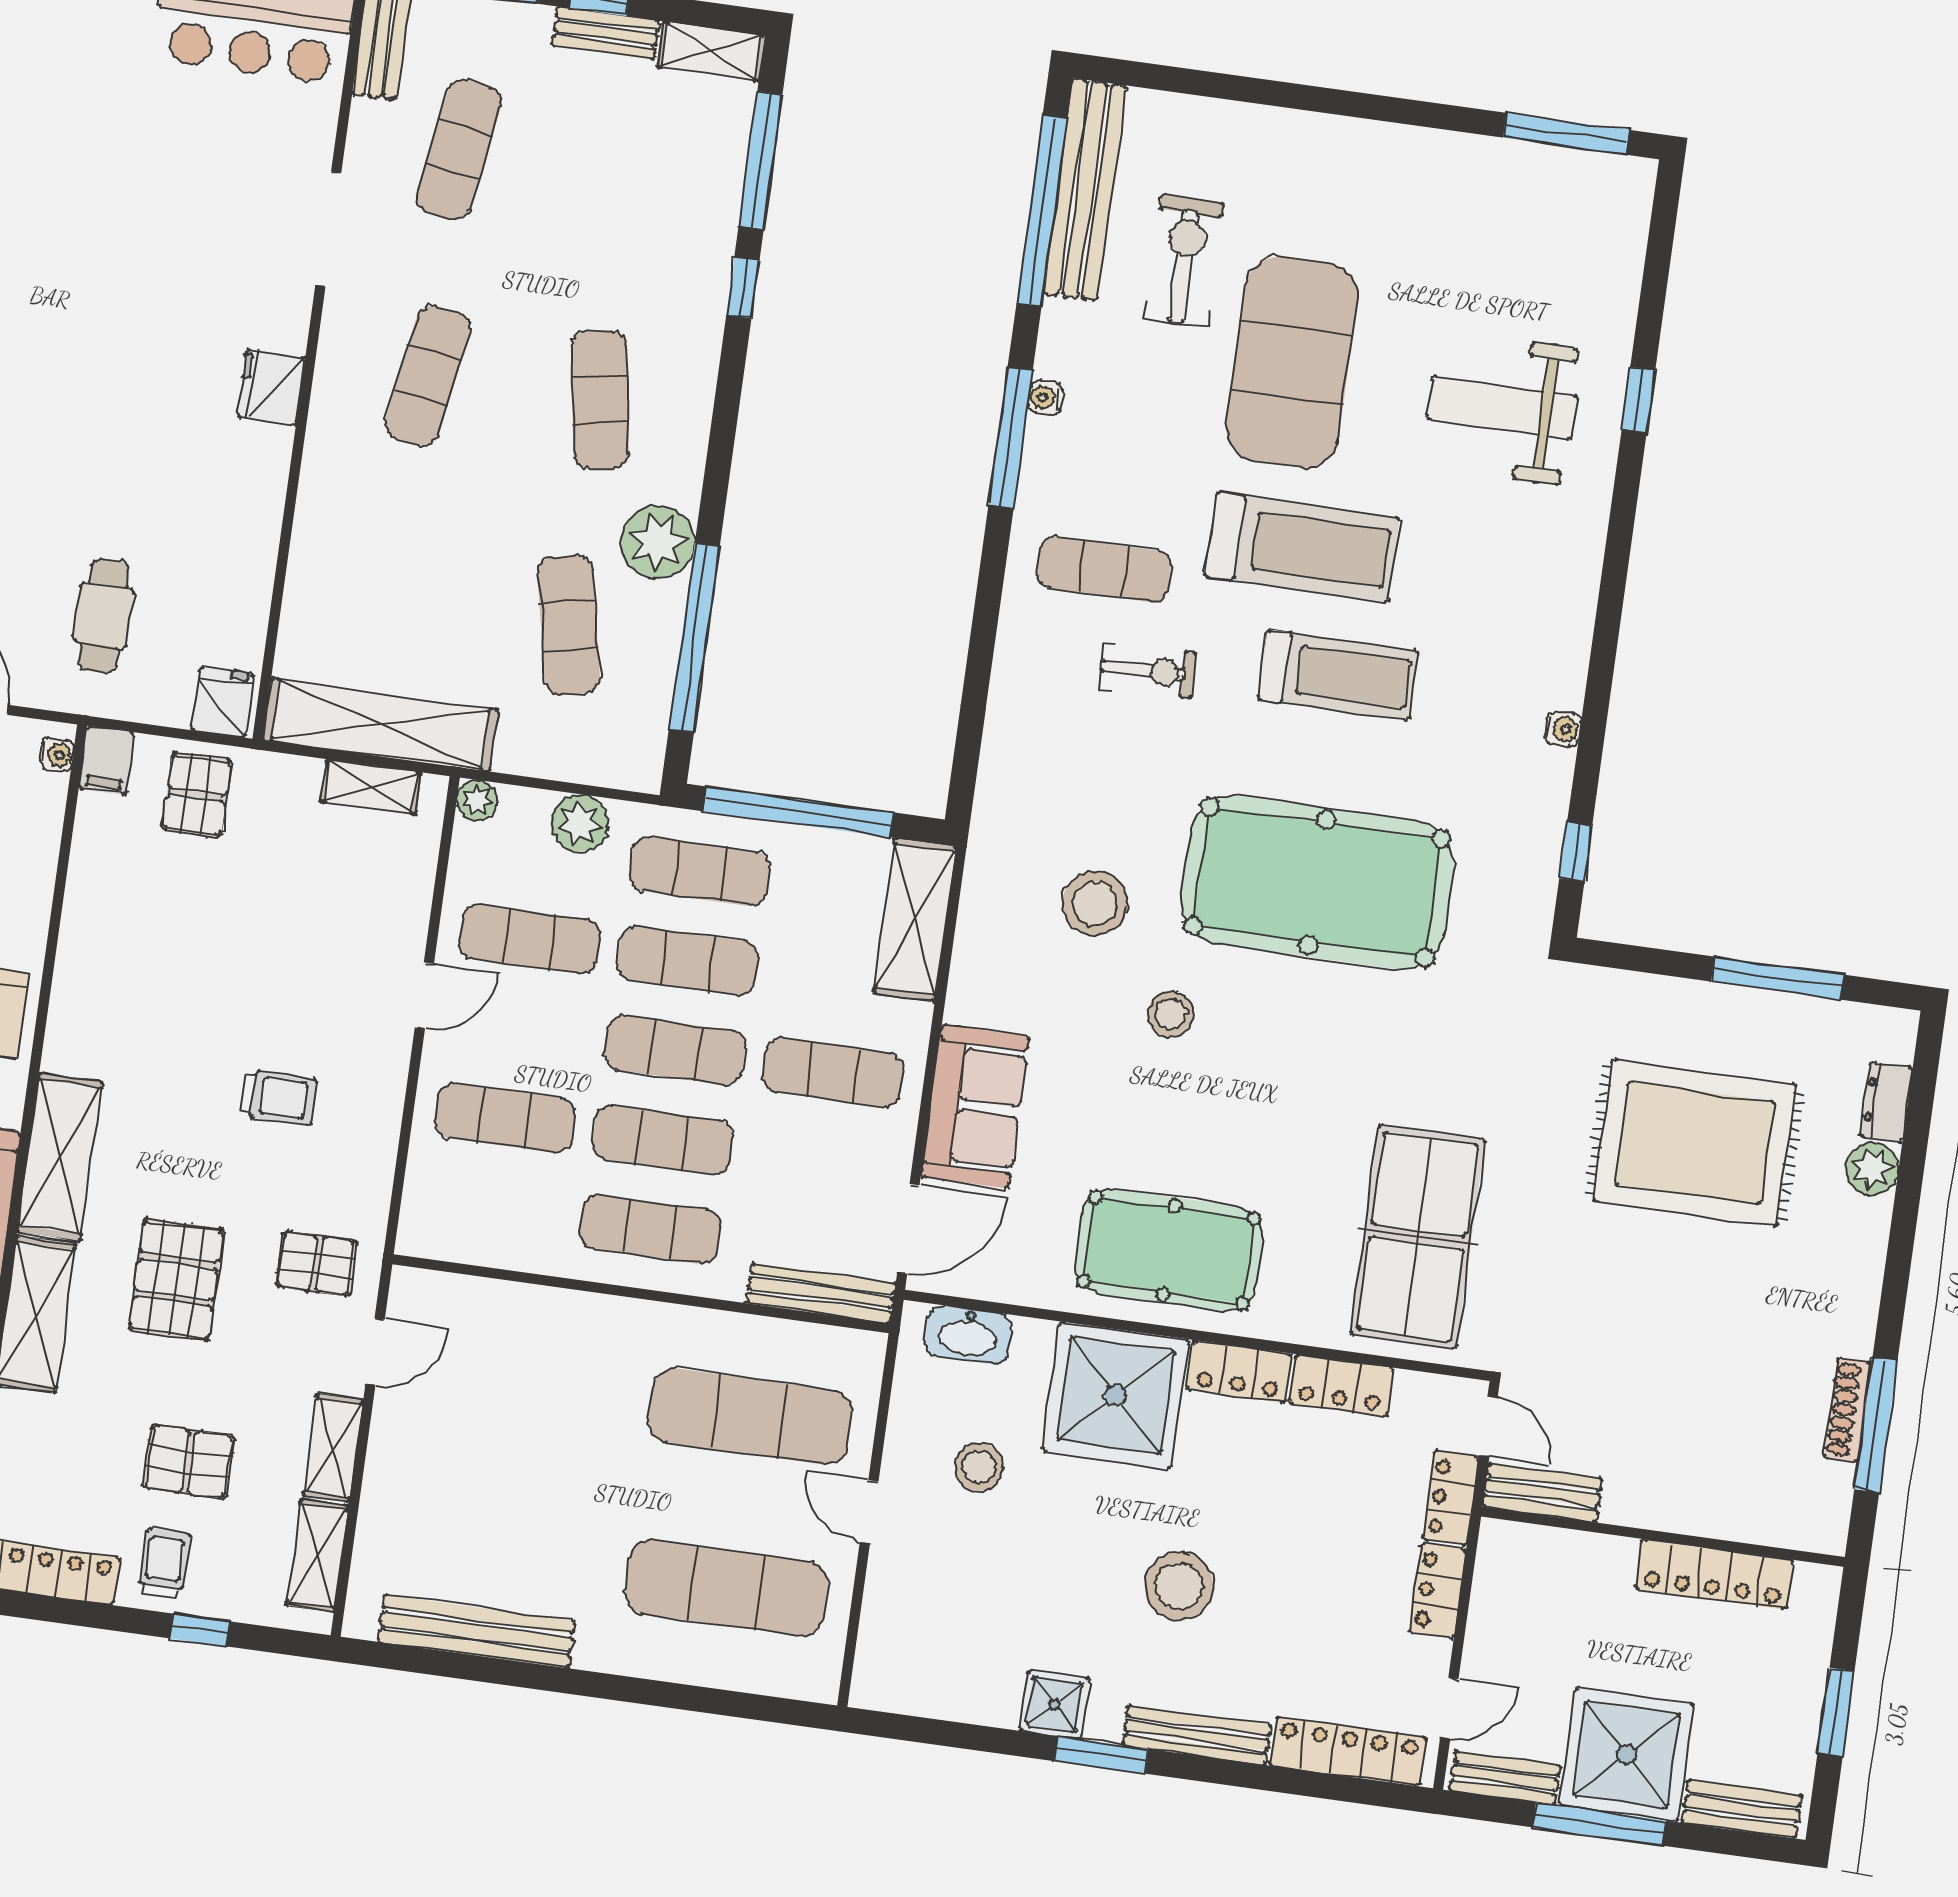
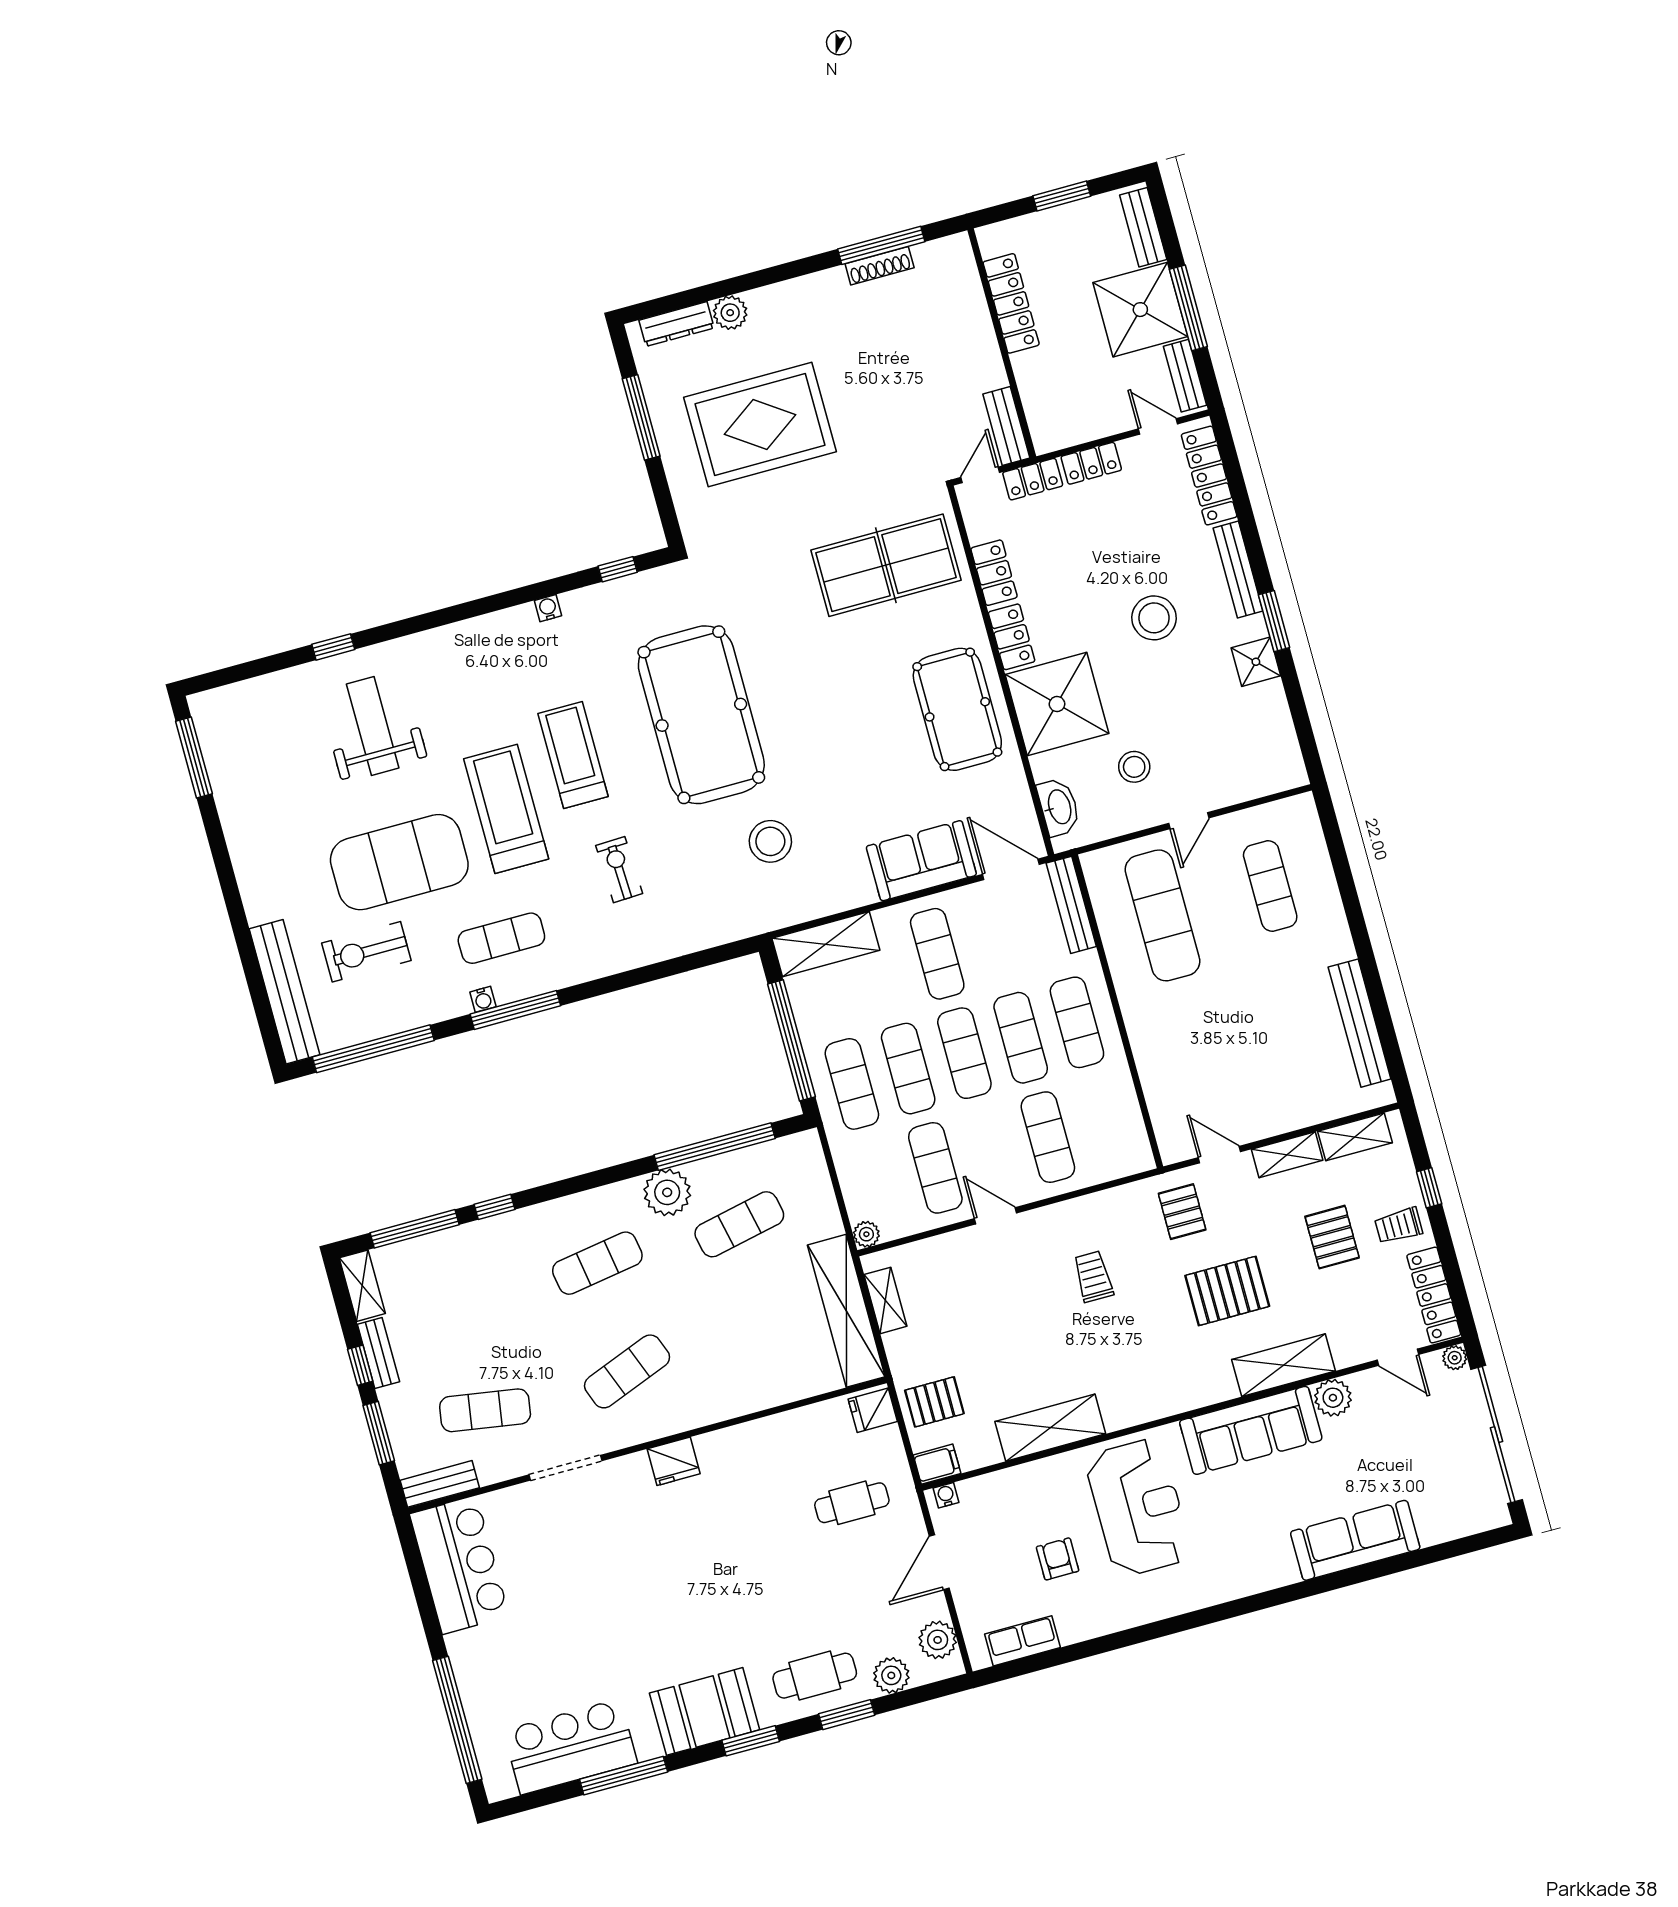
bench: (1085, 190) -> (285, 992), moved, turned 90
exercise mat: (428, 376) -> (627, 1371), turned -30
weight bench: (1502, 407) -> (373, 726), turned 180
exercise mat: (1104, 569) -> (501, 938), moved, turned 90
plant: (580, 823) -> (854, 1167), removed
stool: (1171, 1014) -> (817, 768), removed
dresser: (1886, 1102) -> (677, 324), width x1.44
rug: (1695, 1143) -> (760, 425), turned 90
shelving: (60, 1157) -> (1050, 1428), moved
exercise mat: (726, 1588) -> (1270, 886), width x0.73, depth x0.69

